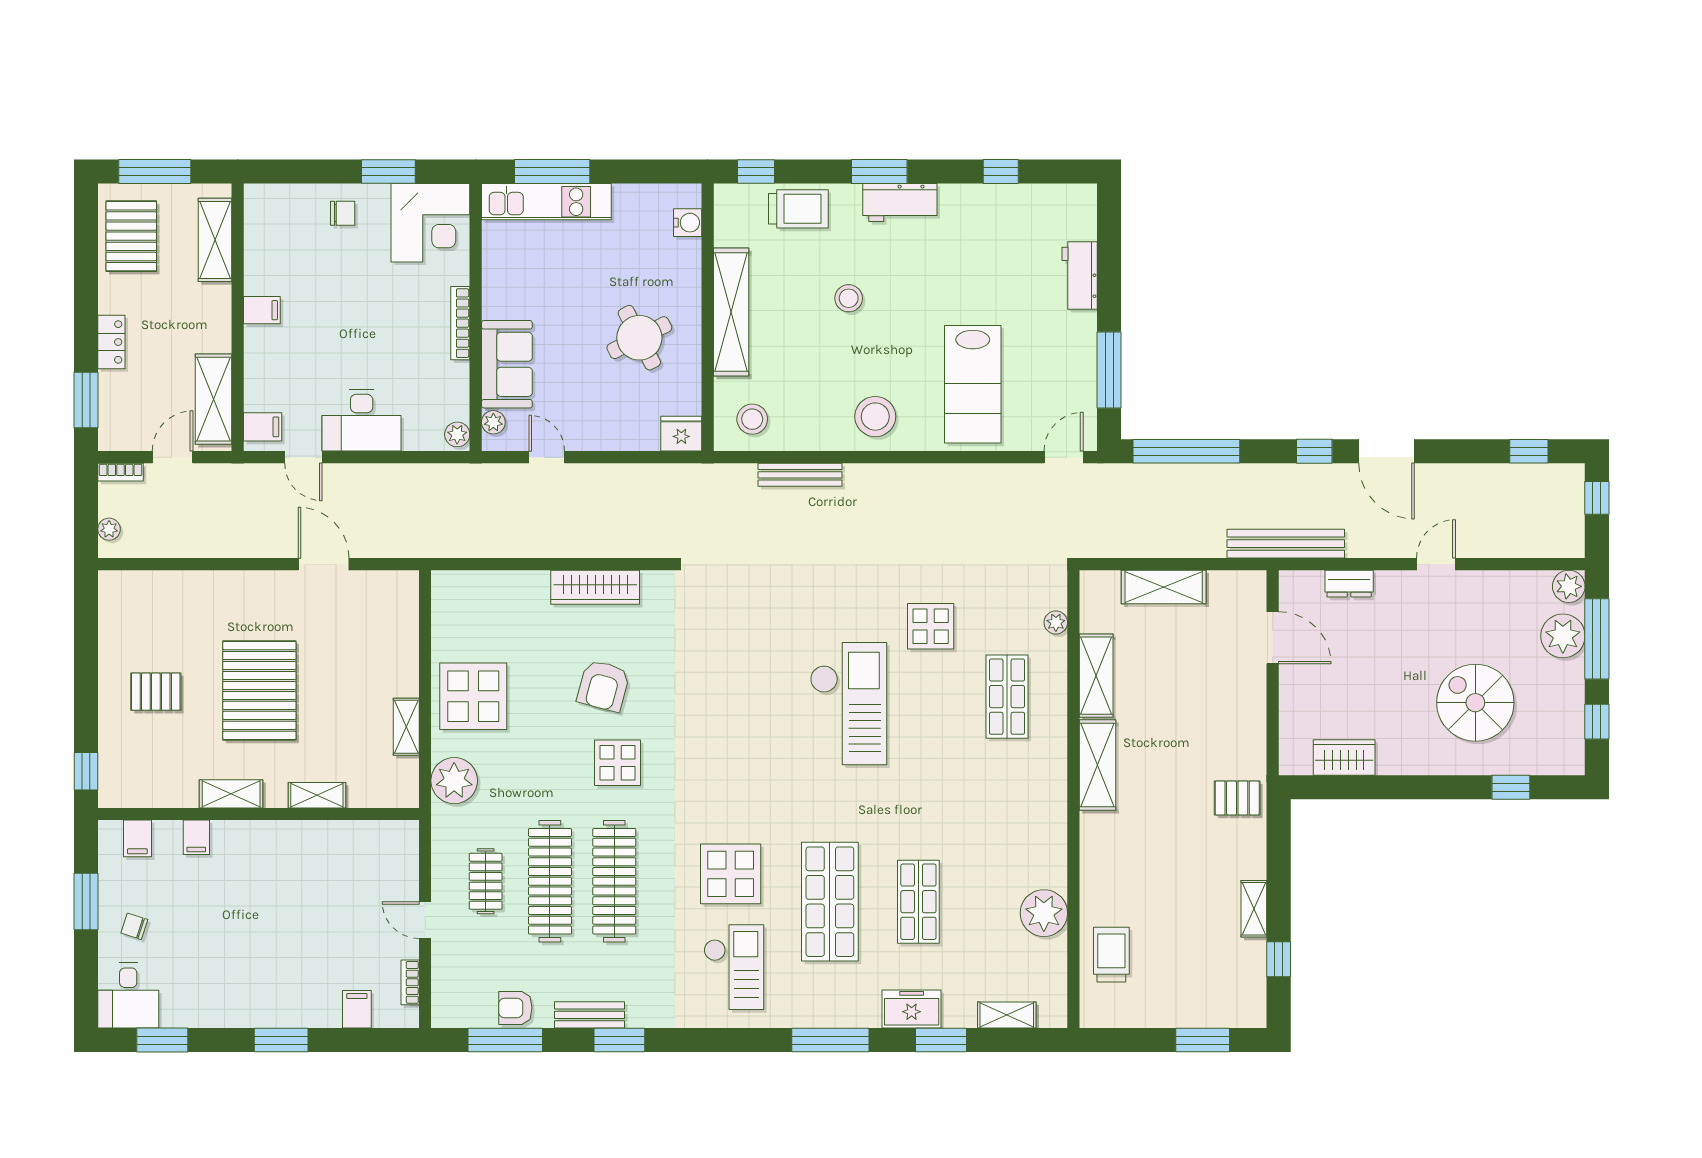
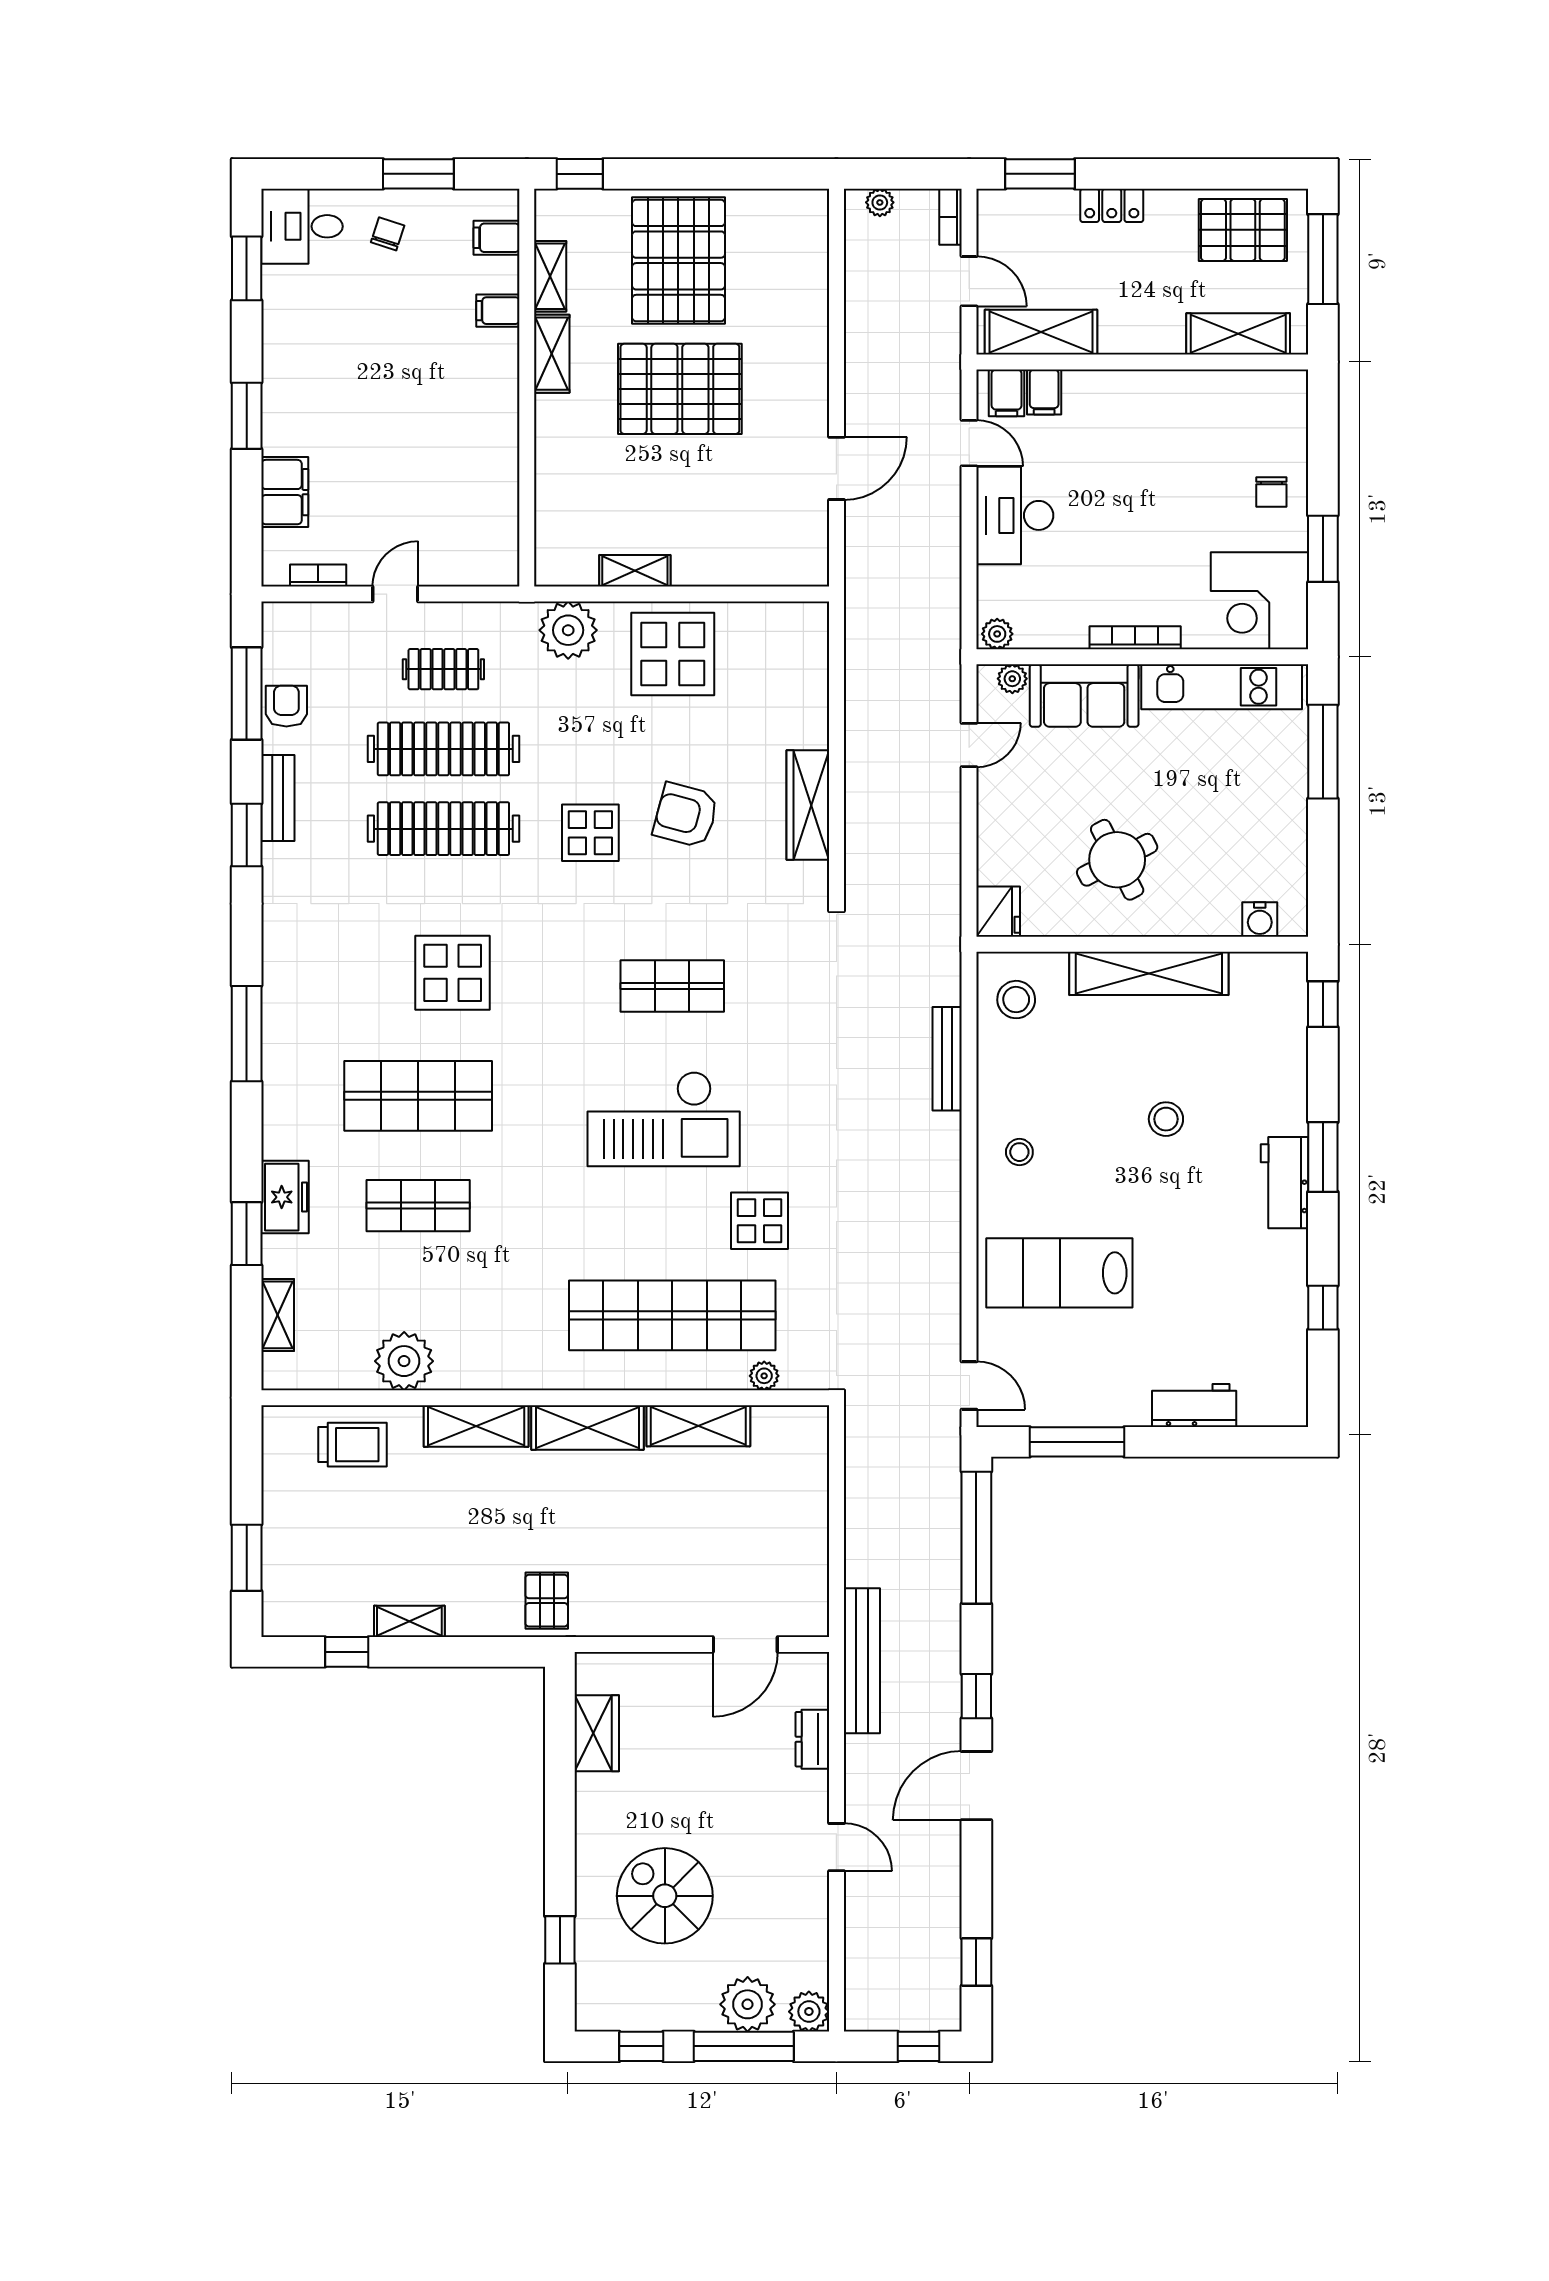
kitchen unit: (546, 202) -> (1222, 687), moved, turned -90
trolley: (798, 209) -> (1277, 1057), removed
filing cabinet: (262, 310) -> (1044, 392), moved
stool: (875, 417) -> (1019, 1152), width x0.53, depth x0.53
door: (303, 457) -> (969, 443), swing flipped
shelving: (1164, 587) -> (476, 1426), moved, turned 90
pallet: (156, 692) -> (678, 260), width x2.05, depth x2.00
shop shelf: (741, 697) -> (672, 986), added
shop shelf: (1007, 697) -> (672, 1315), width x2.00, depth x1.36
spiral stairs: (1475, 703) -> (665, 1896), turned -90
shelving: (317, 795) -> (550, 276), moved
checkout: (734, 967) -> (337, 977), removed
filing cabinet: (357, 1009) -> (285, 492), width x2.00
window: (830, 1040) -> (247, 1034), moved

